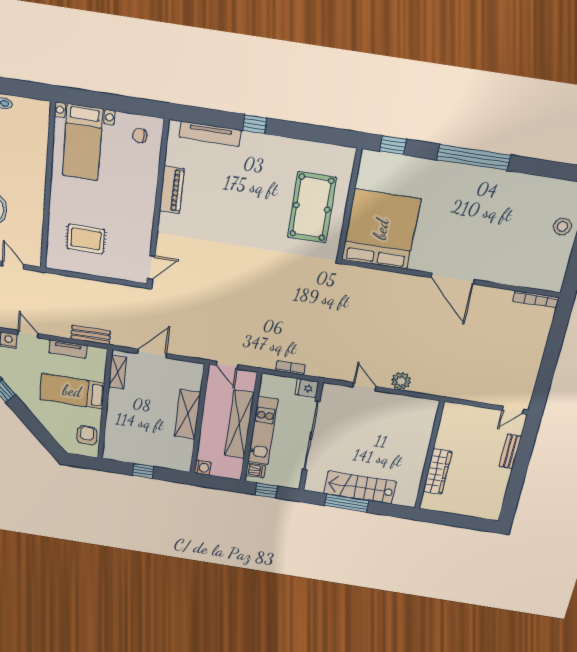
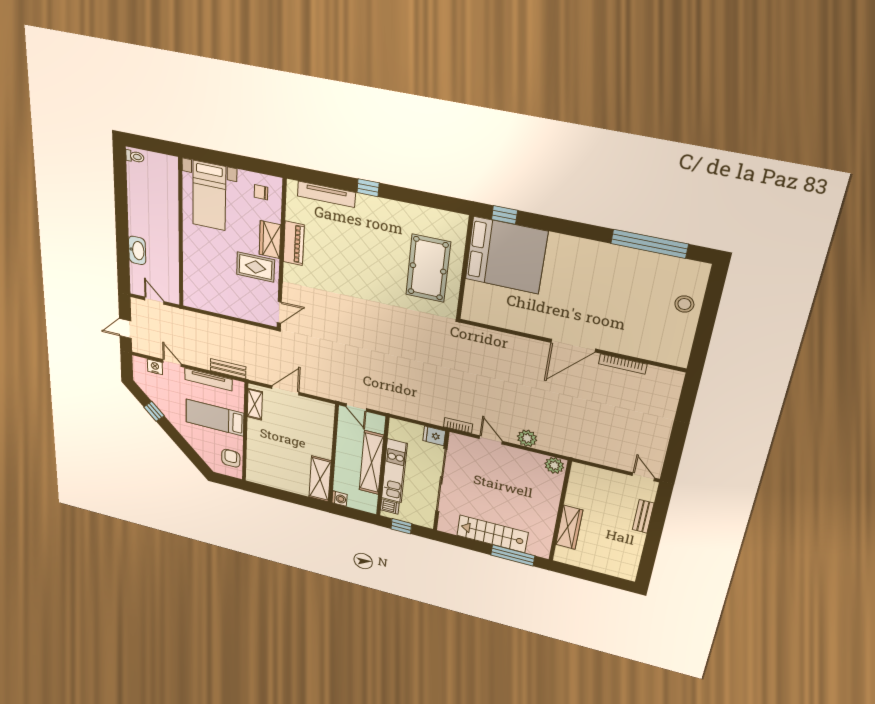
window: (474, 157) -> (649, 244), moved
wardrobe: (146, 187) -> (270, 240), added
bed: (381, 229) -> (506, 255), moved, turned 90
rug: (86, 239) -> (256, 267), moved
door: (453, 279) -> (573, 346), hinge flipped
bookcase: (536, 299) -> (623, 364), moved
tv unit: (68, 349) -> (208, 379), width x1.41
bookcase: (290, 368) -> (458, 425), moved
plant: (427, 407) -> (554, 465), added
door: (513, 410) -> (643, 477), swing flipped
shelving: (187, 414) -> (320, 479), moved
window: (143, 471) -> (284, 496), removed
window: (347, 503) -> (513, 555), moved

